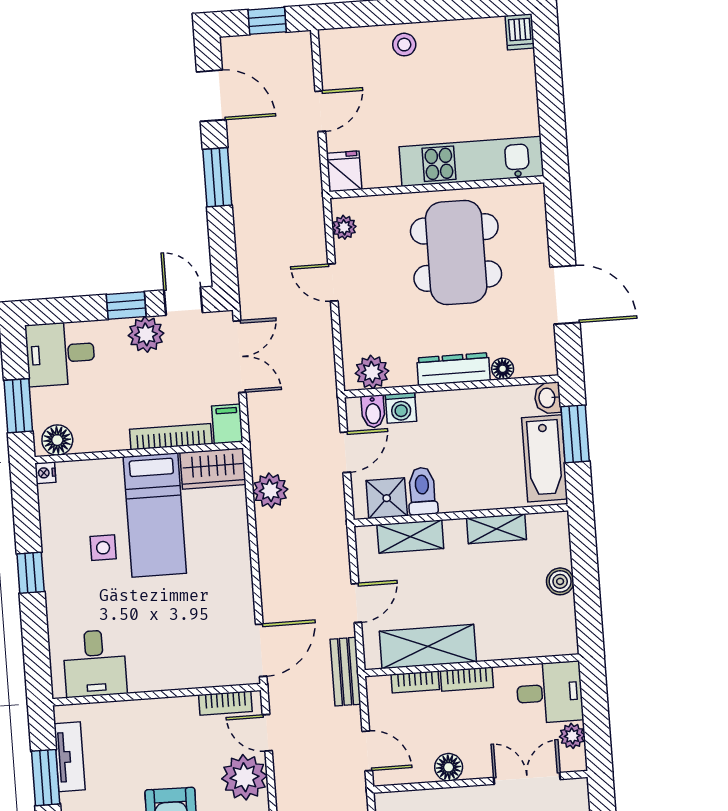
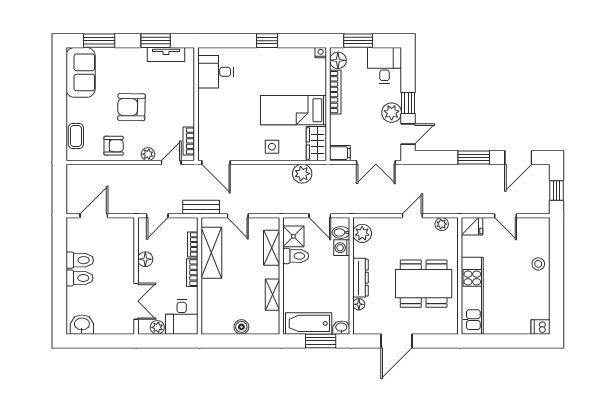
bookcase: (171, 437) -> (335, 92), moved
side table: (103, 548) -> (272, 147), moved
plant: (244, 777) -> (148, 154), width x0.53, depth x0.53

